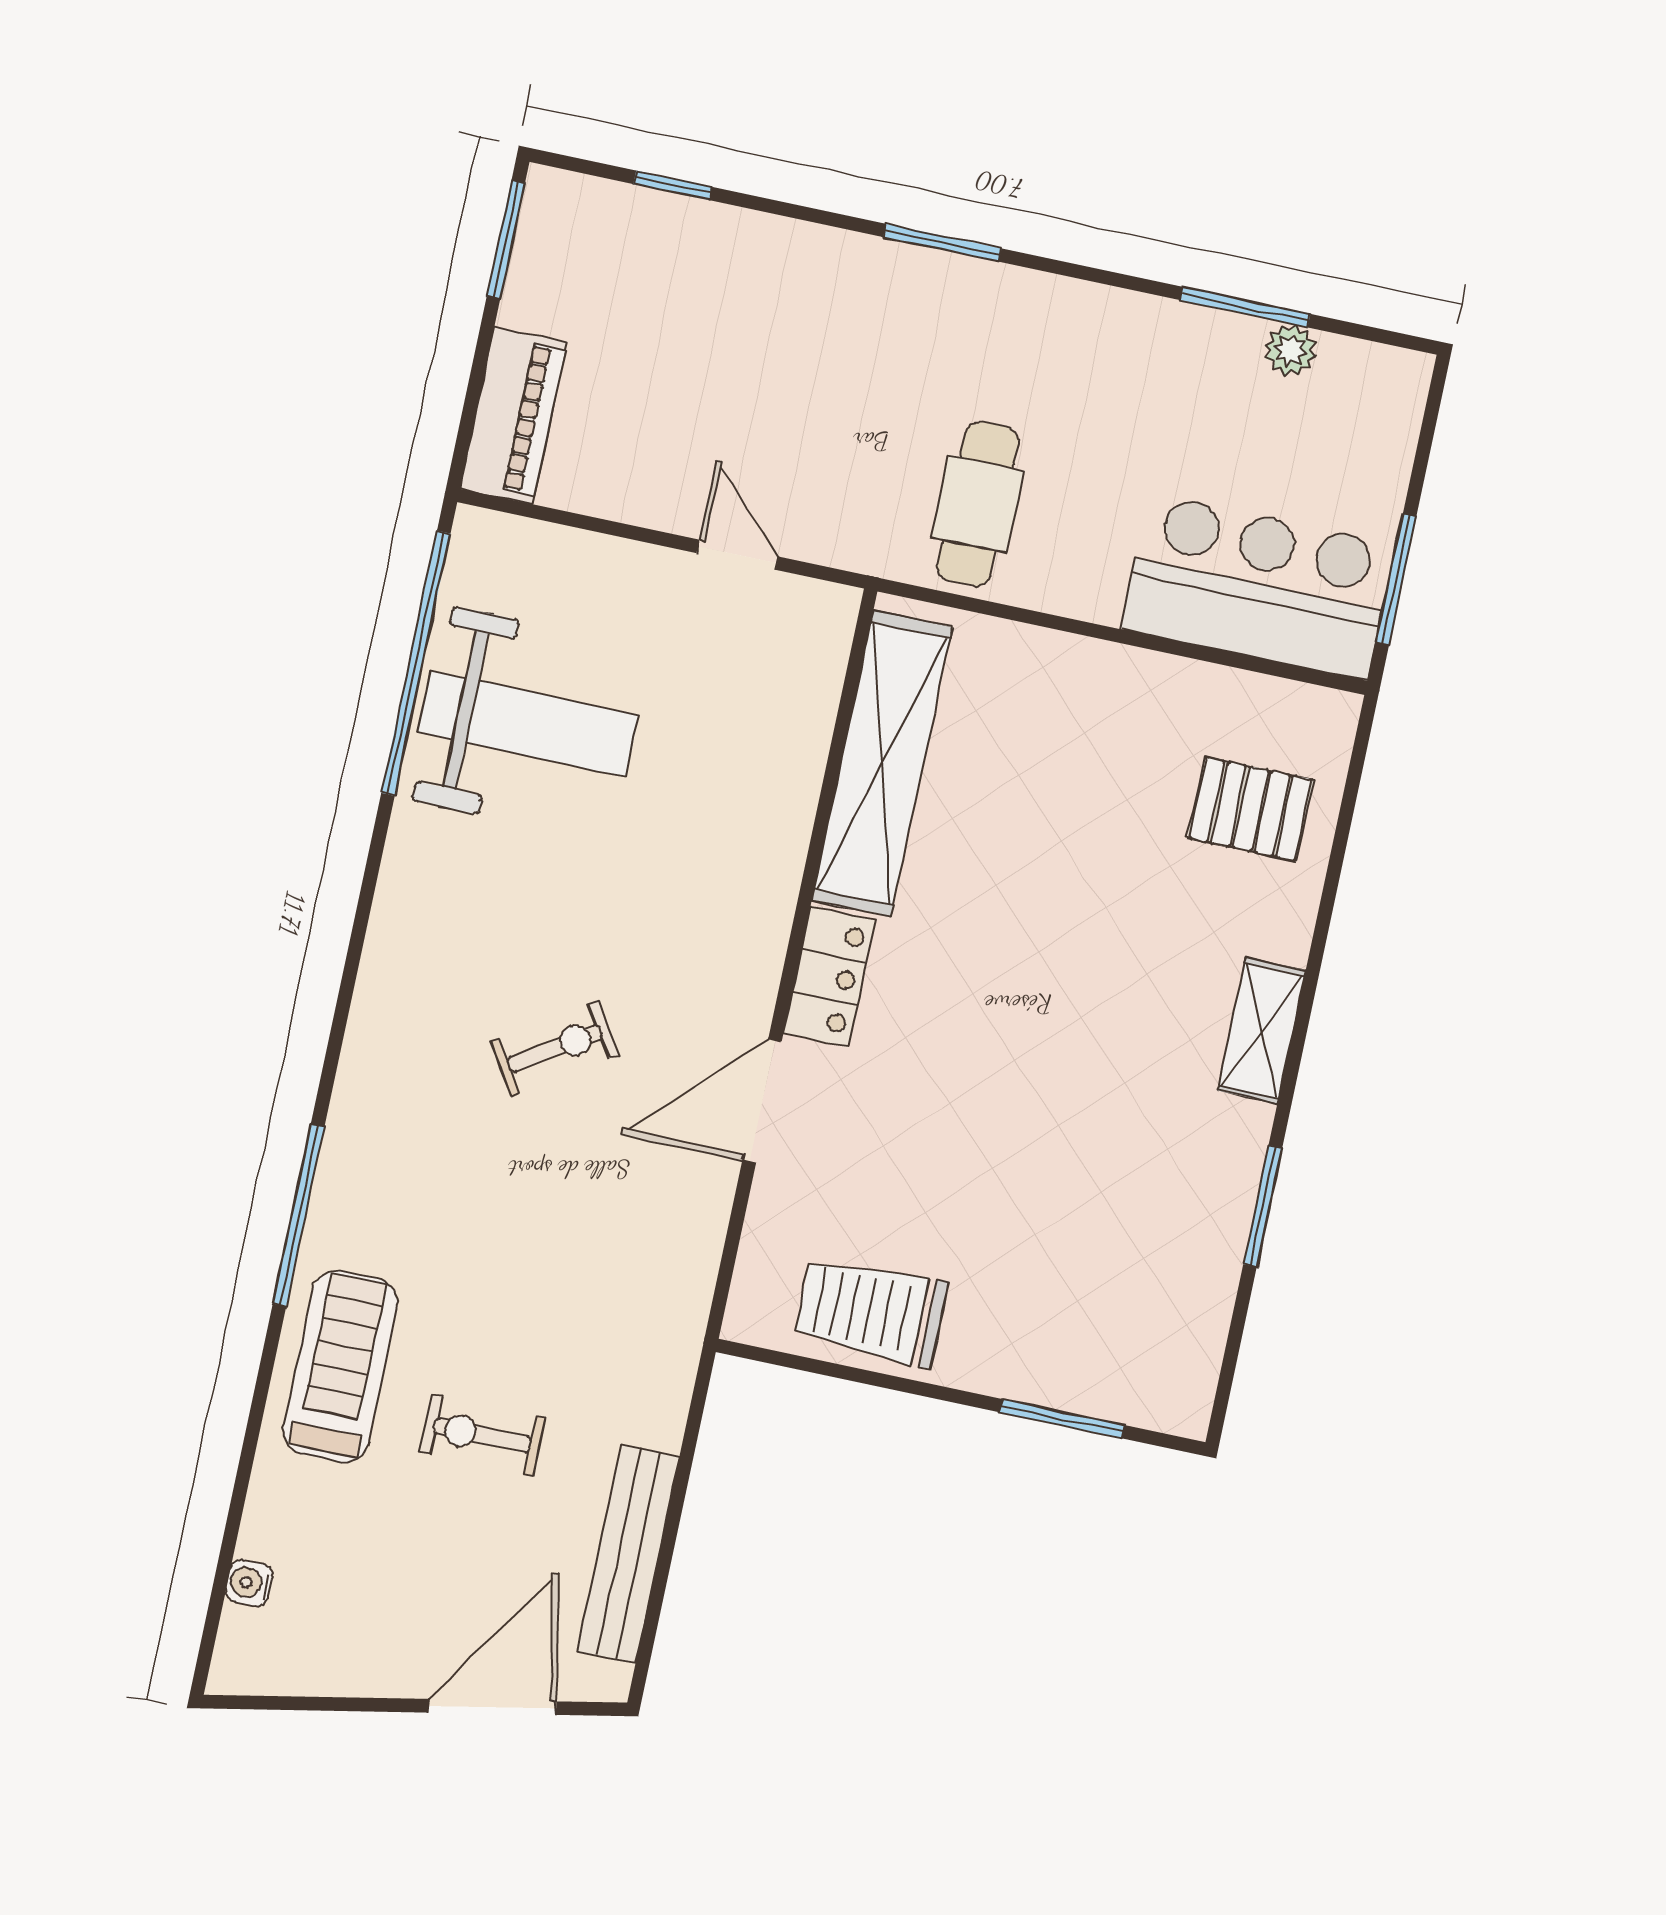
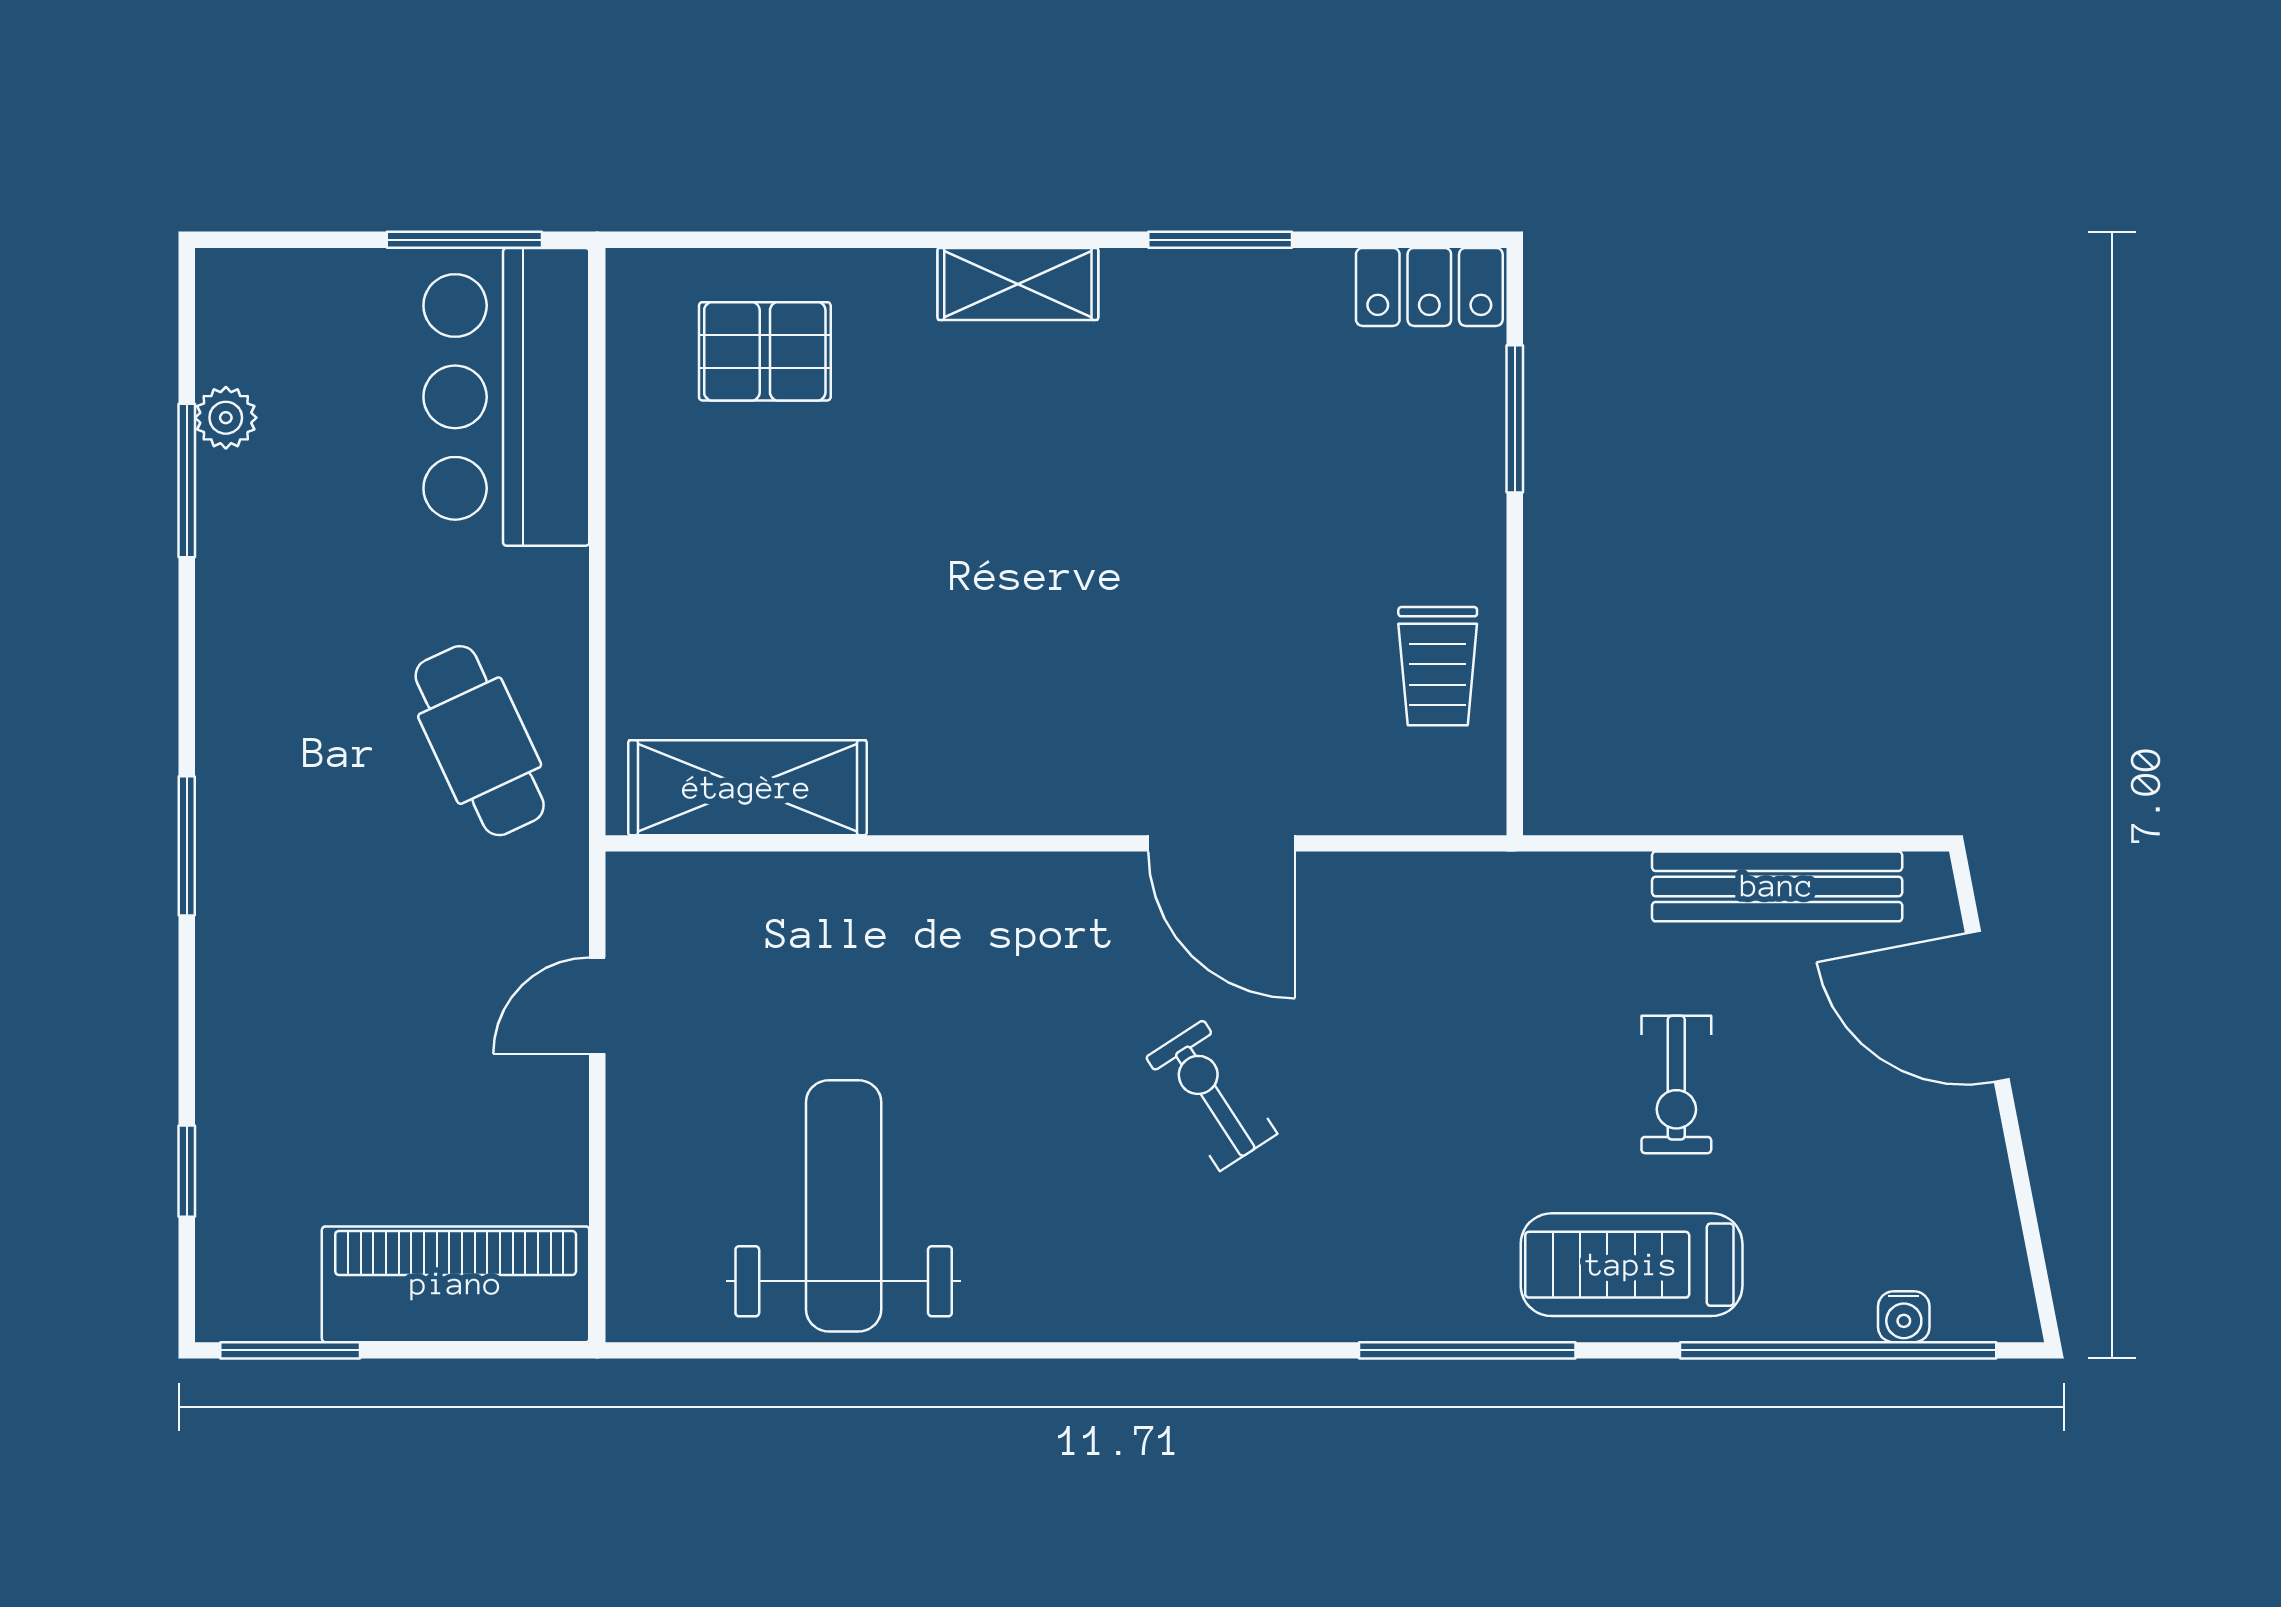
piano: (513, 415) -> (456, 1284), width x1.37, depth x1.33
cafe table: (978, 504) -> (480, 741), turned 65
window: (416, 663) -> (1838, 1350), moved
shelving: (882, 764) -> (747, 788), width x0.68
pallet: (1250, 809) -> (765, 351), turned 90
locker: (829, 977) -> (1429, 287), moved, turned 180
trolley: (871, 1311) -> (1438, 666), width x0.73, depth x0.72

